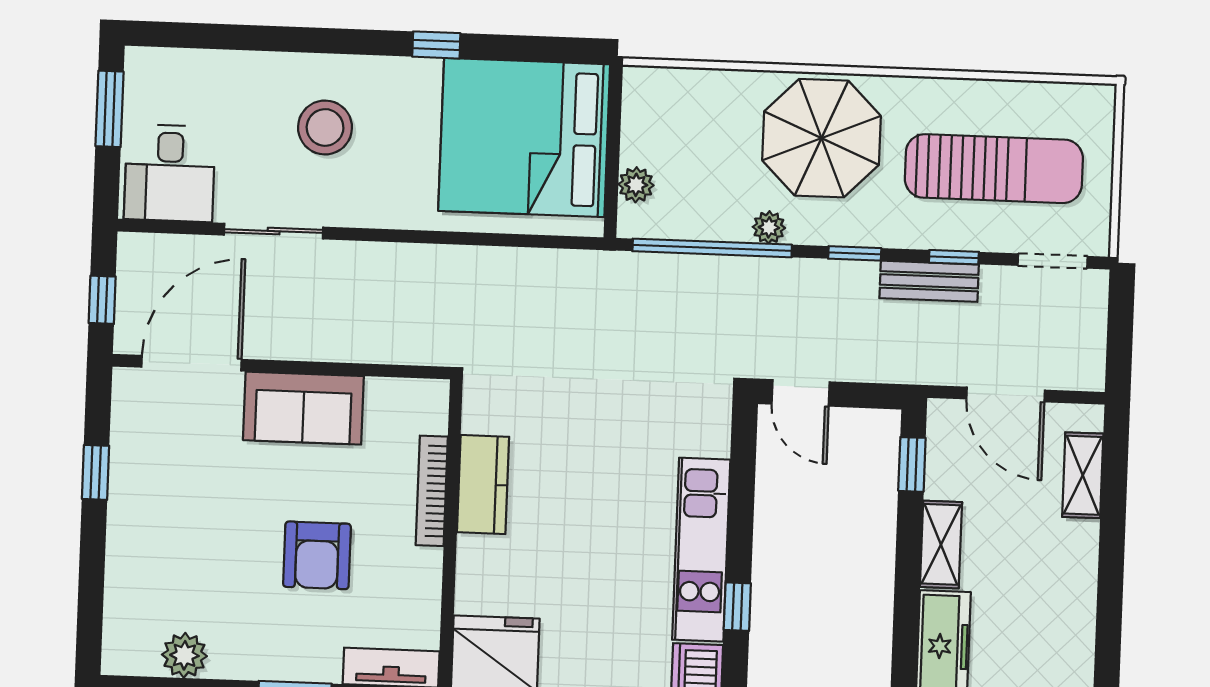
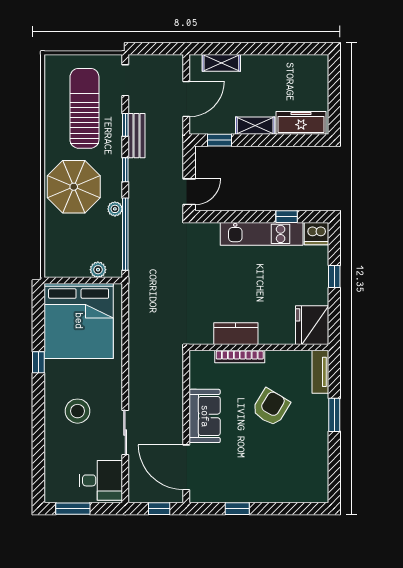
armchair: (317, 555) -> (271, 407), turned -59
plant: (184, 655) -> (318, 465), removed

